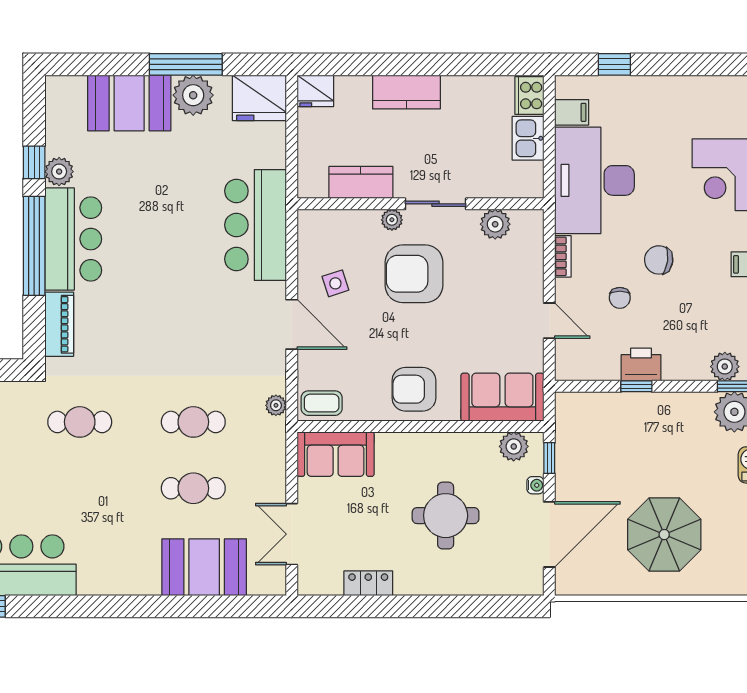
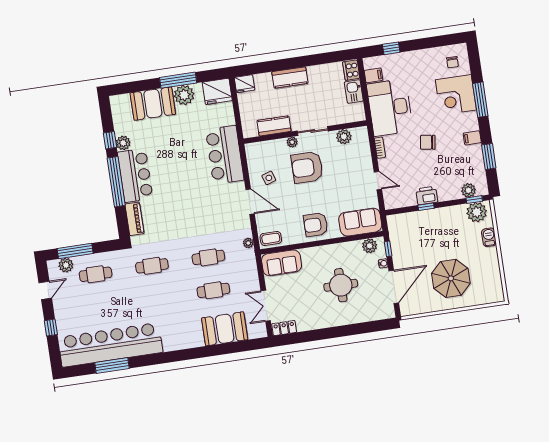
chair: (620, 298) -> (452, 62), moved
locker: (368, 583) -> (284, 328), moved

